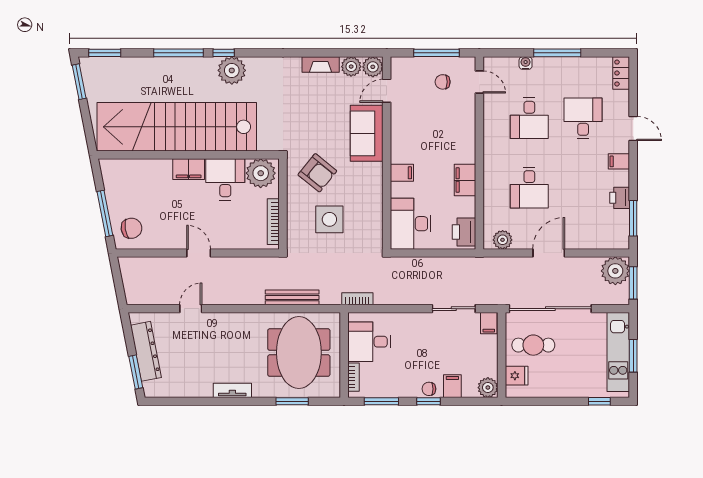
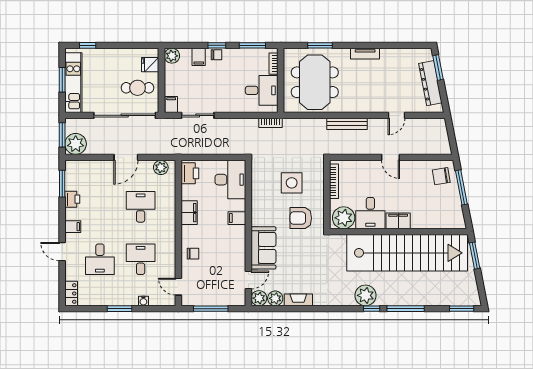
window: (557, 53) -> (119, 309), width x0.69
window: (79, 82) -> (475, 256), moved
chair: (443, 82) -> (193, 254), moved
armchair: (317, 173) -> (301, 218), turned -39
bench: (292, 297) -> (347, 124), moved

